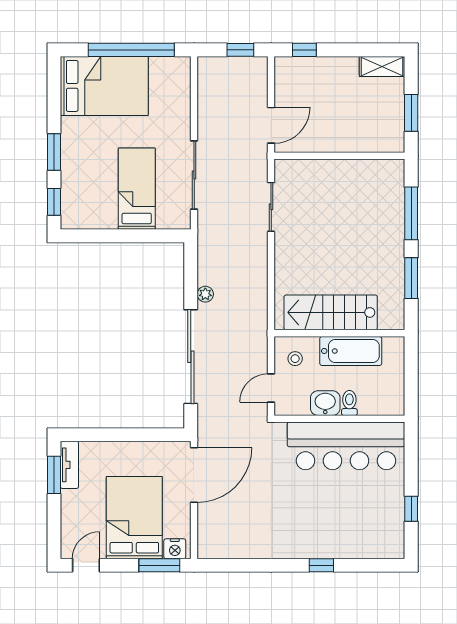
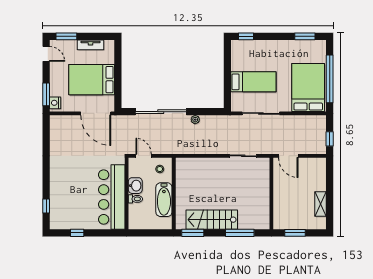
window: (304, 50) -> (330, 174), removed
shelving: (382, 66) -> (321, 204), moved
bed: (104, 86) -> (308, 87), moved, turned 180
window: (54, 152) -> (305, 36), moved
window: (411, 278) -> (193, 233), moved
stairs: (331, 312) -> (212, 220), moved, turned -90
tv unit: (69, 465) -> (90, 45), moved
window: (54, 475) -> (66, 36), moved
bed: (134, 518) -> (92, 80), moved, turned 180
window: (321, 565) -> (46, 206), moved

